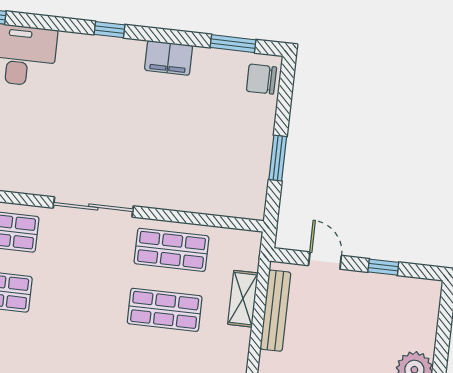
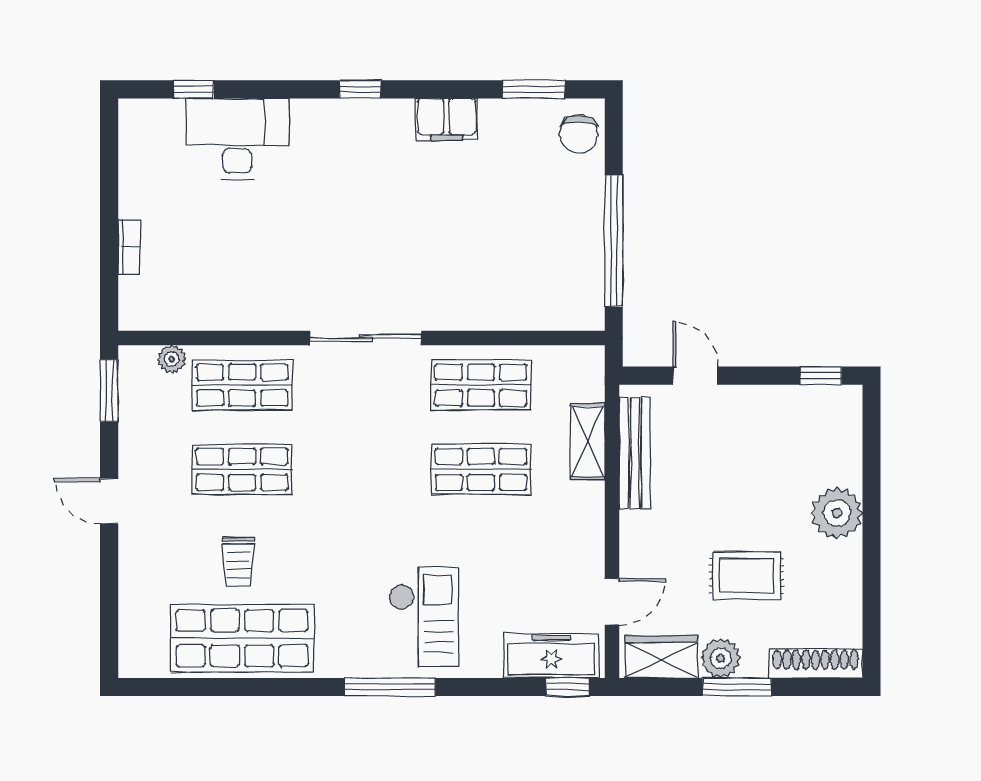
chair: (261, 79) -> (579, 134), turned -90
window: (278, 158) -> (614, 241), width x2.11
window: (383, 267) -> (821, 376), moved

